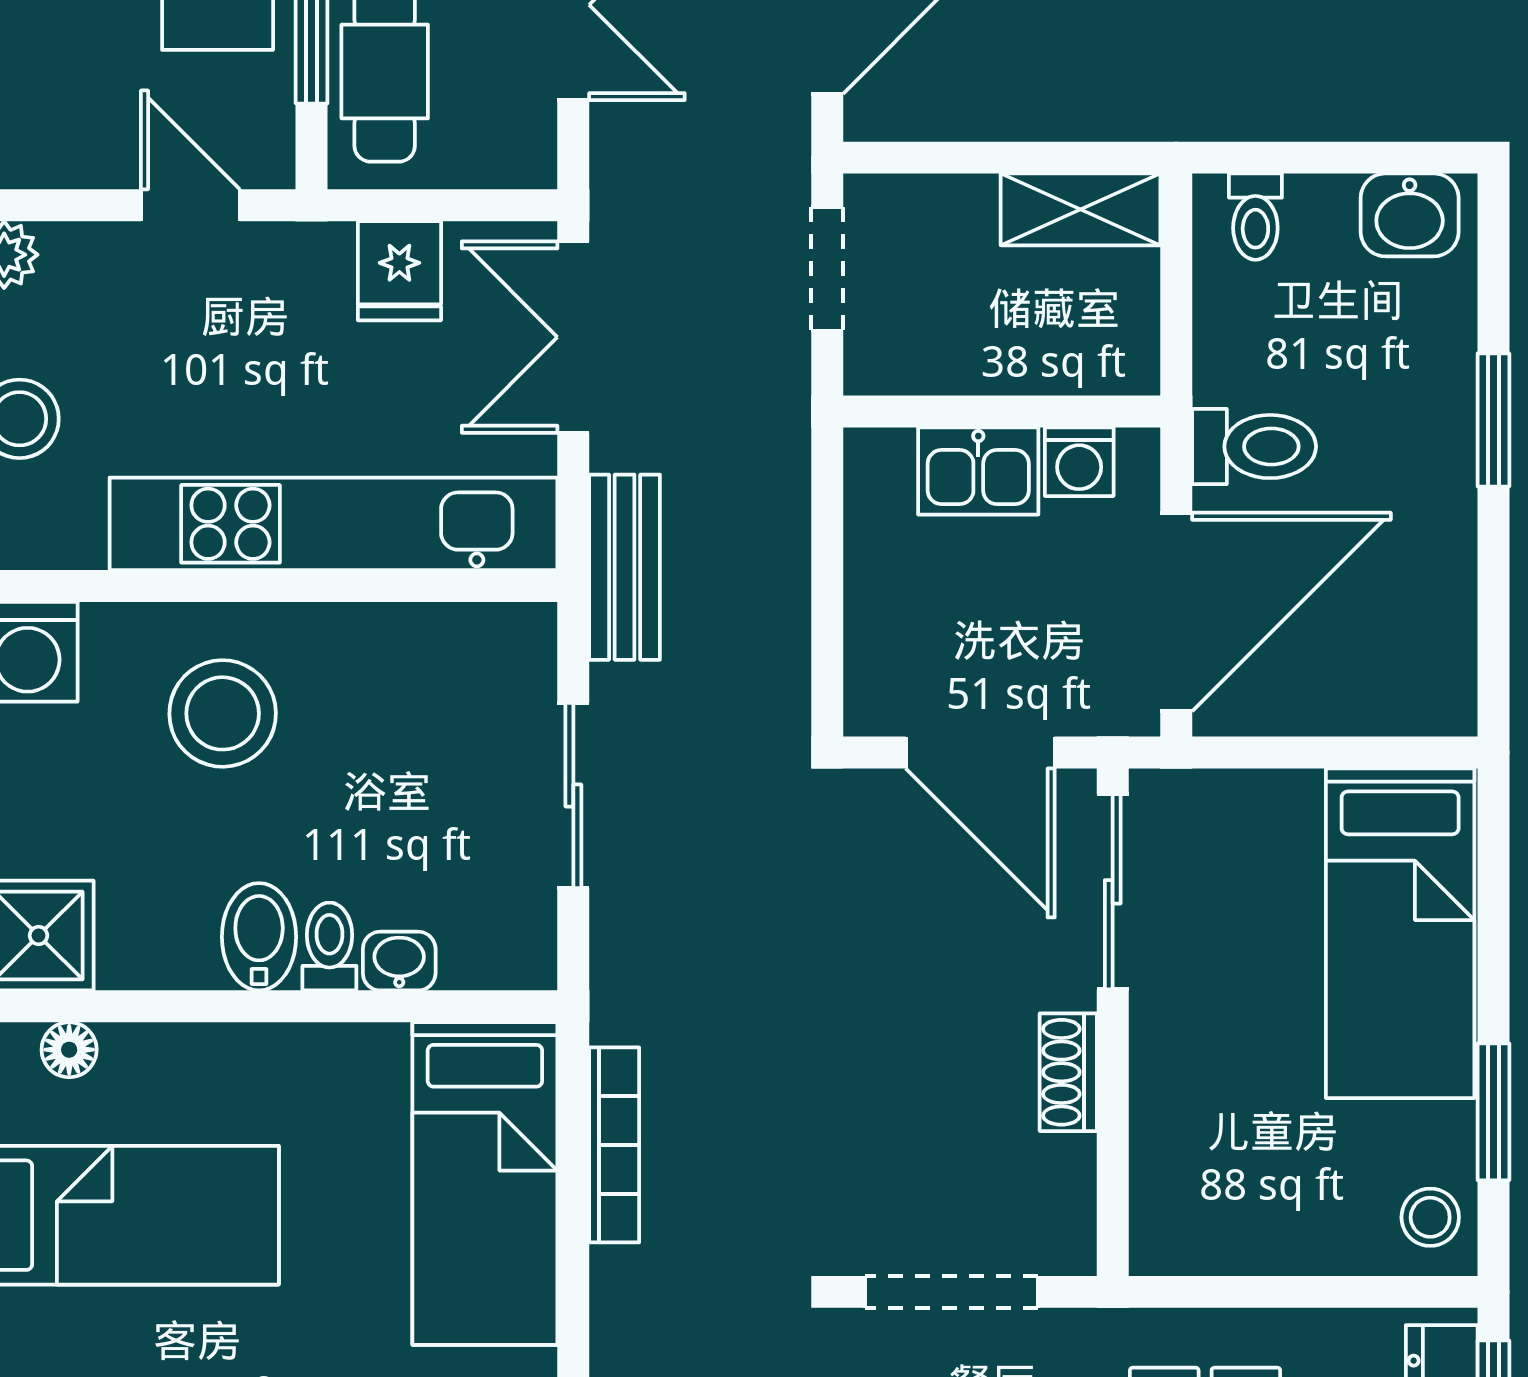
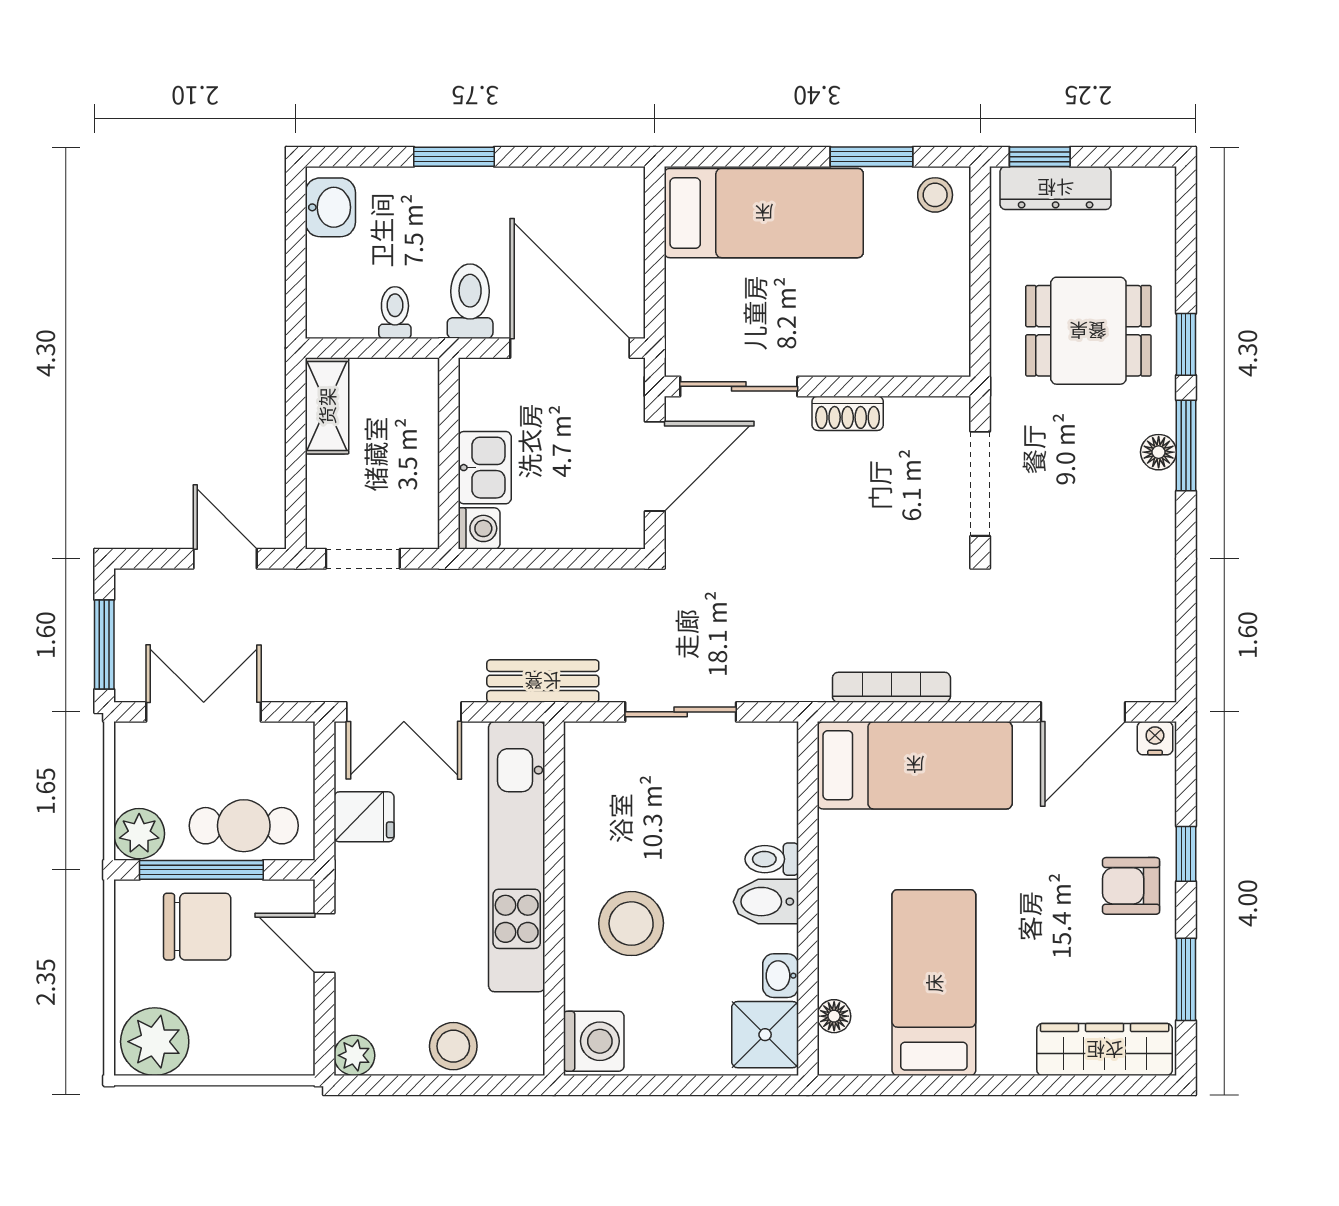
door: (190, 205) -> (324, 943), hinge flipped
toilet: (1255, 217) -> (395, 313), moved, turned -90
washing machine: (1079, 462) -> (479, 528), moved
washbasin: (399, 961) -> (781, 976), moved

